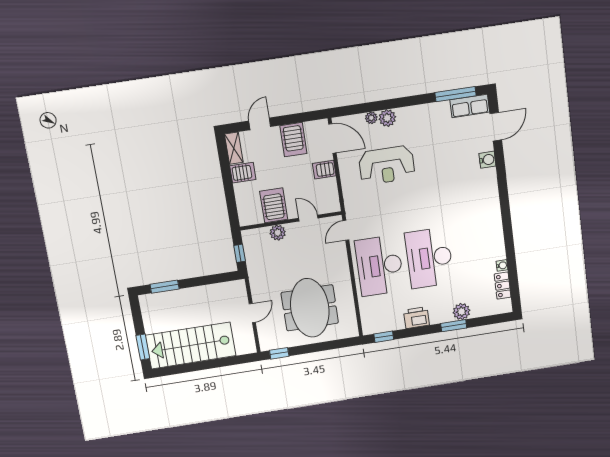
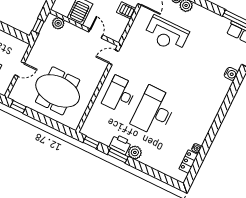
plant: (278, 233) -> (58, 23), moved
desk: (380, 266) -> (119, 94), width x0.73, depth x0.77
meeting table: (310, 308) -> (58, 91), turned 90
plant: (461, 312) -> (135, 152), moved
window: (454, 326) -> (118, 155), moved

